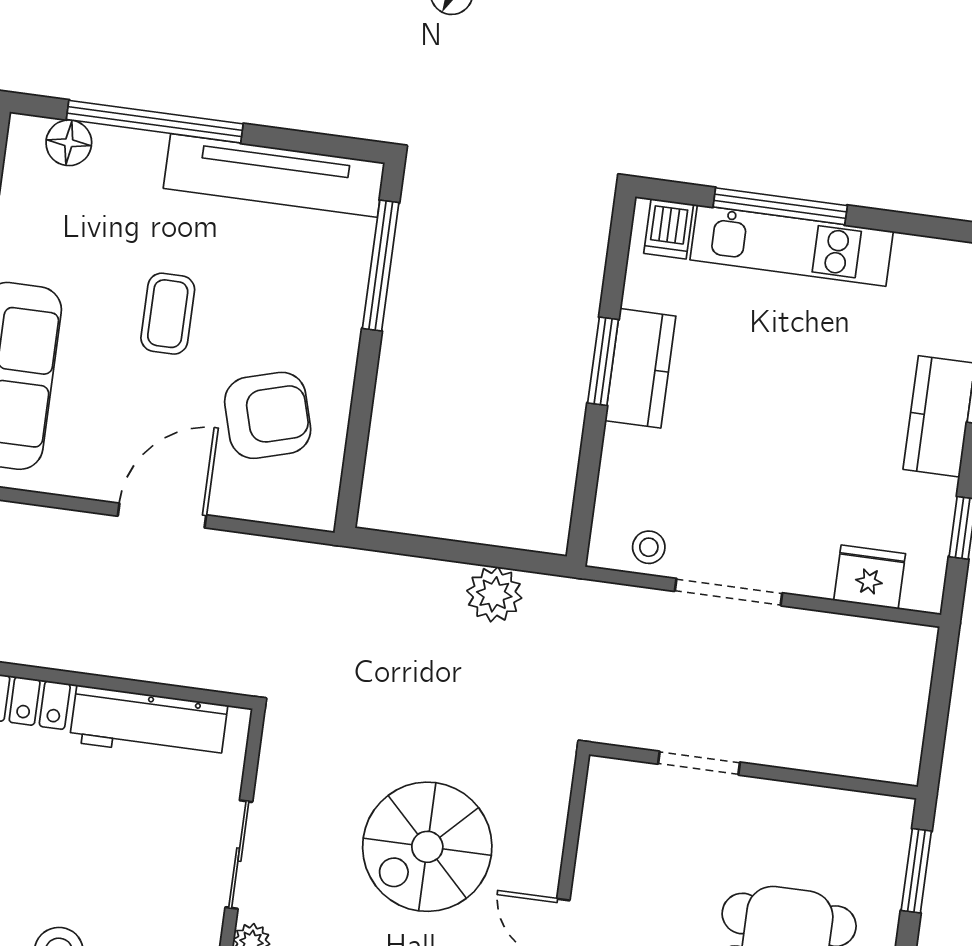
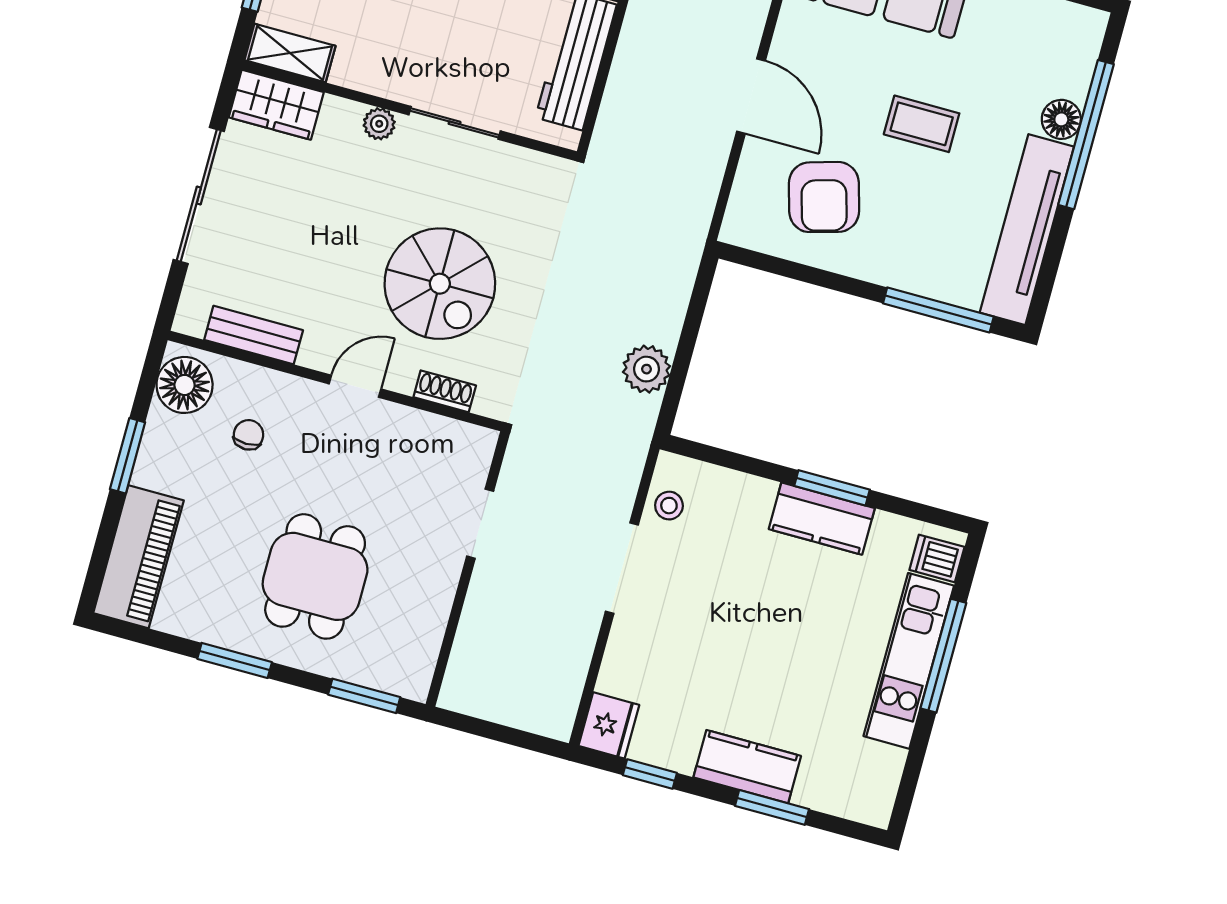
floor lamp: (69, 143) -> (1061, 119), moved
fridge: (870, 577) -> (609, 725), moved
shoe rack: (551, 825) -> (445, 391), added
spiral stairs: (427, 847) -> (440, 284), turned 180

